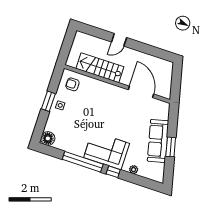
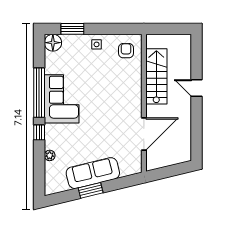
window: (48, 101) -> (72, 29), moved
corner sofa: (107, 150) -> (62, 99), moved

